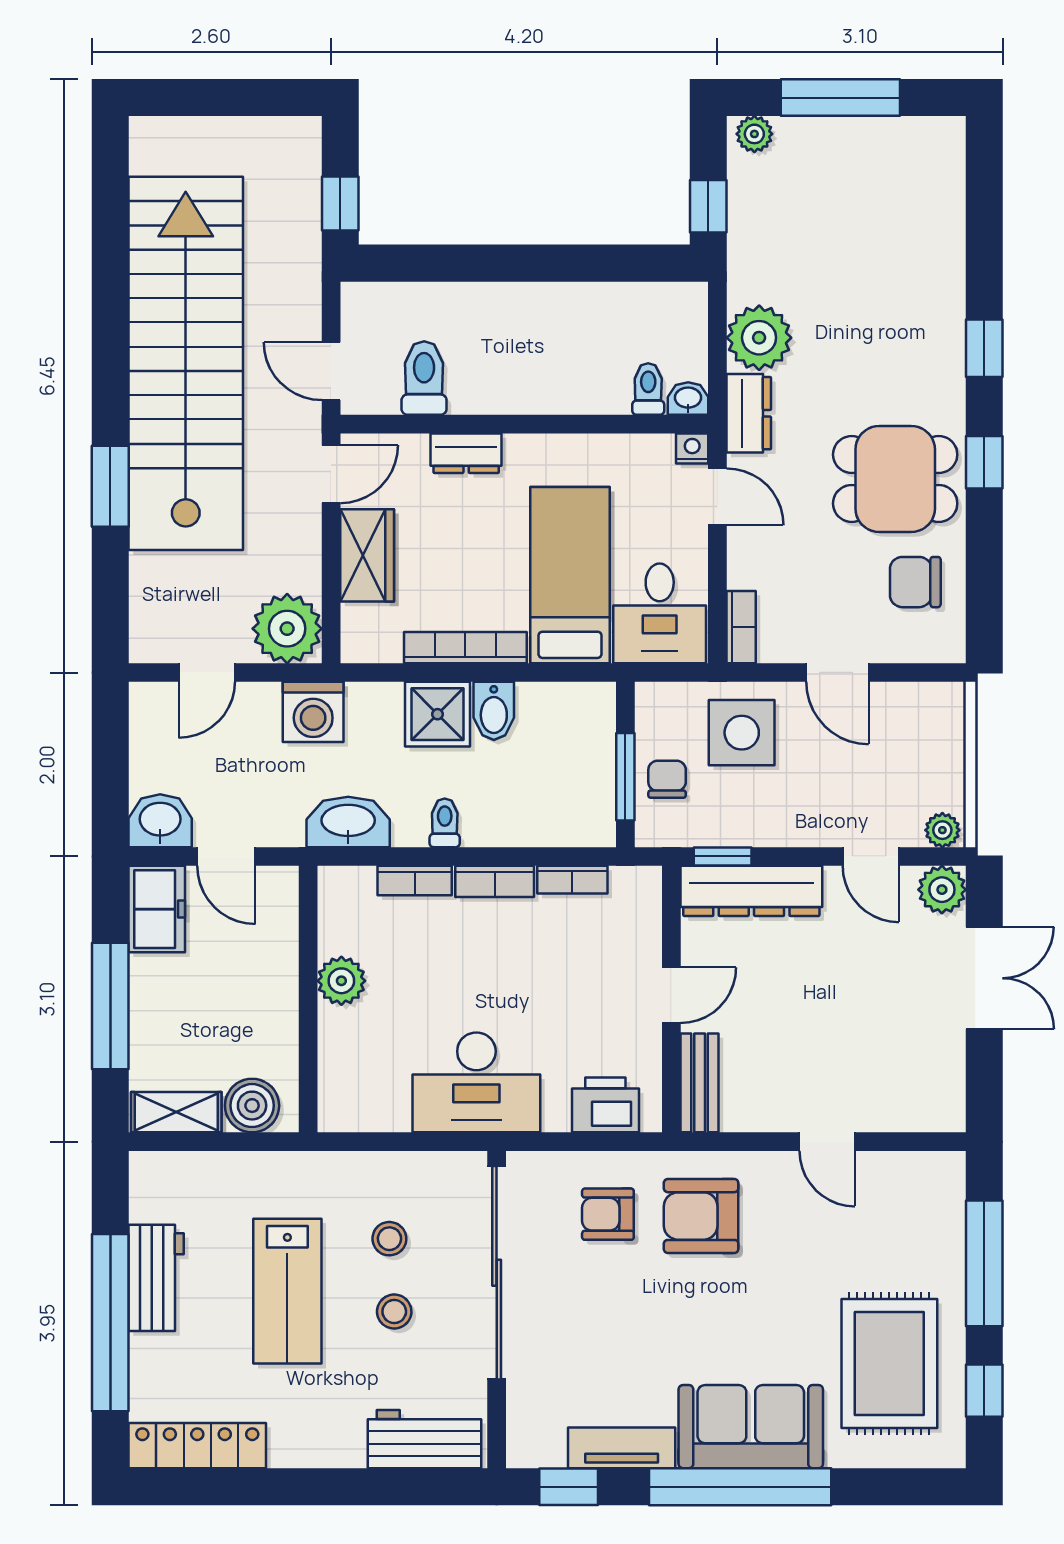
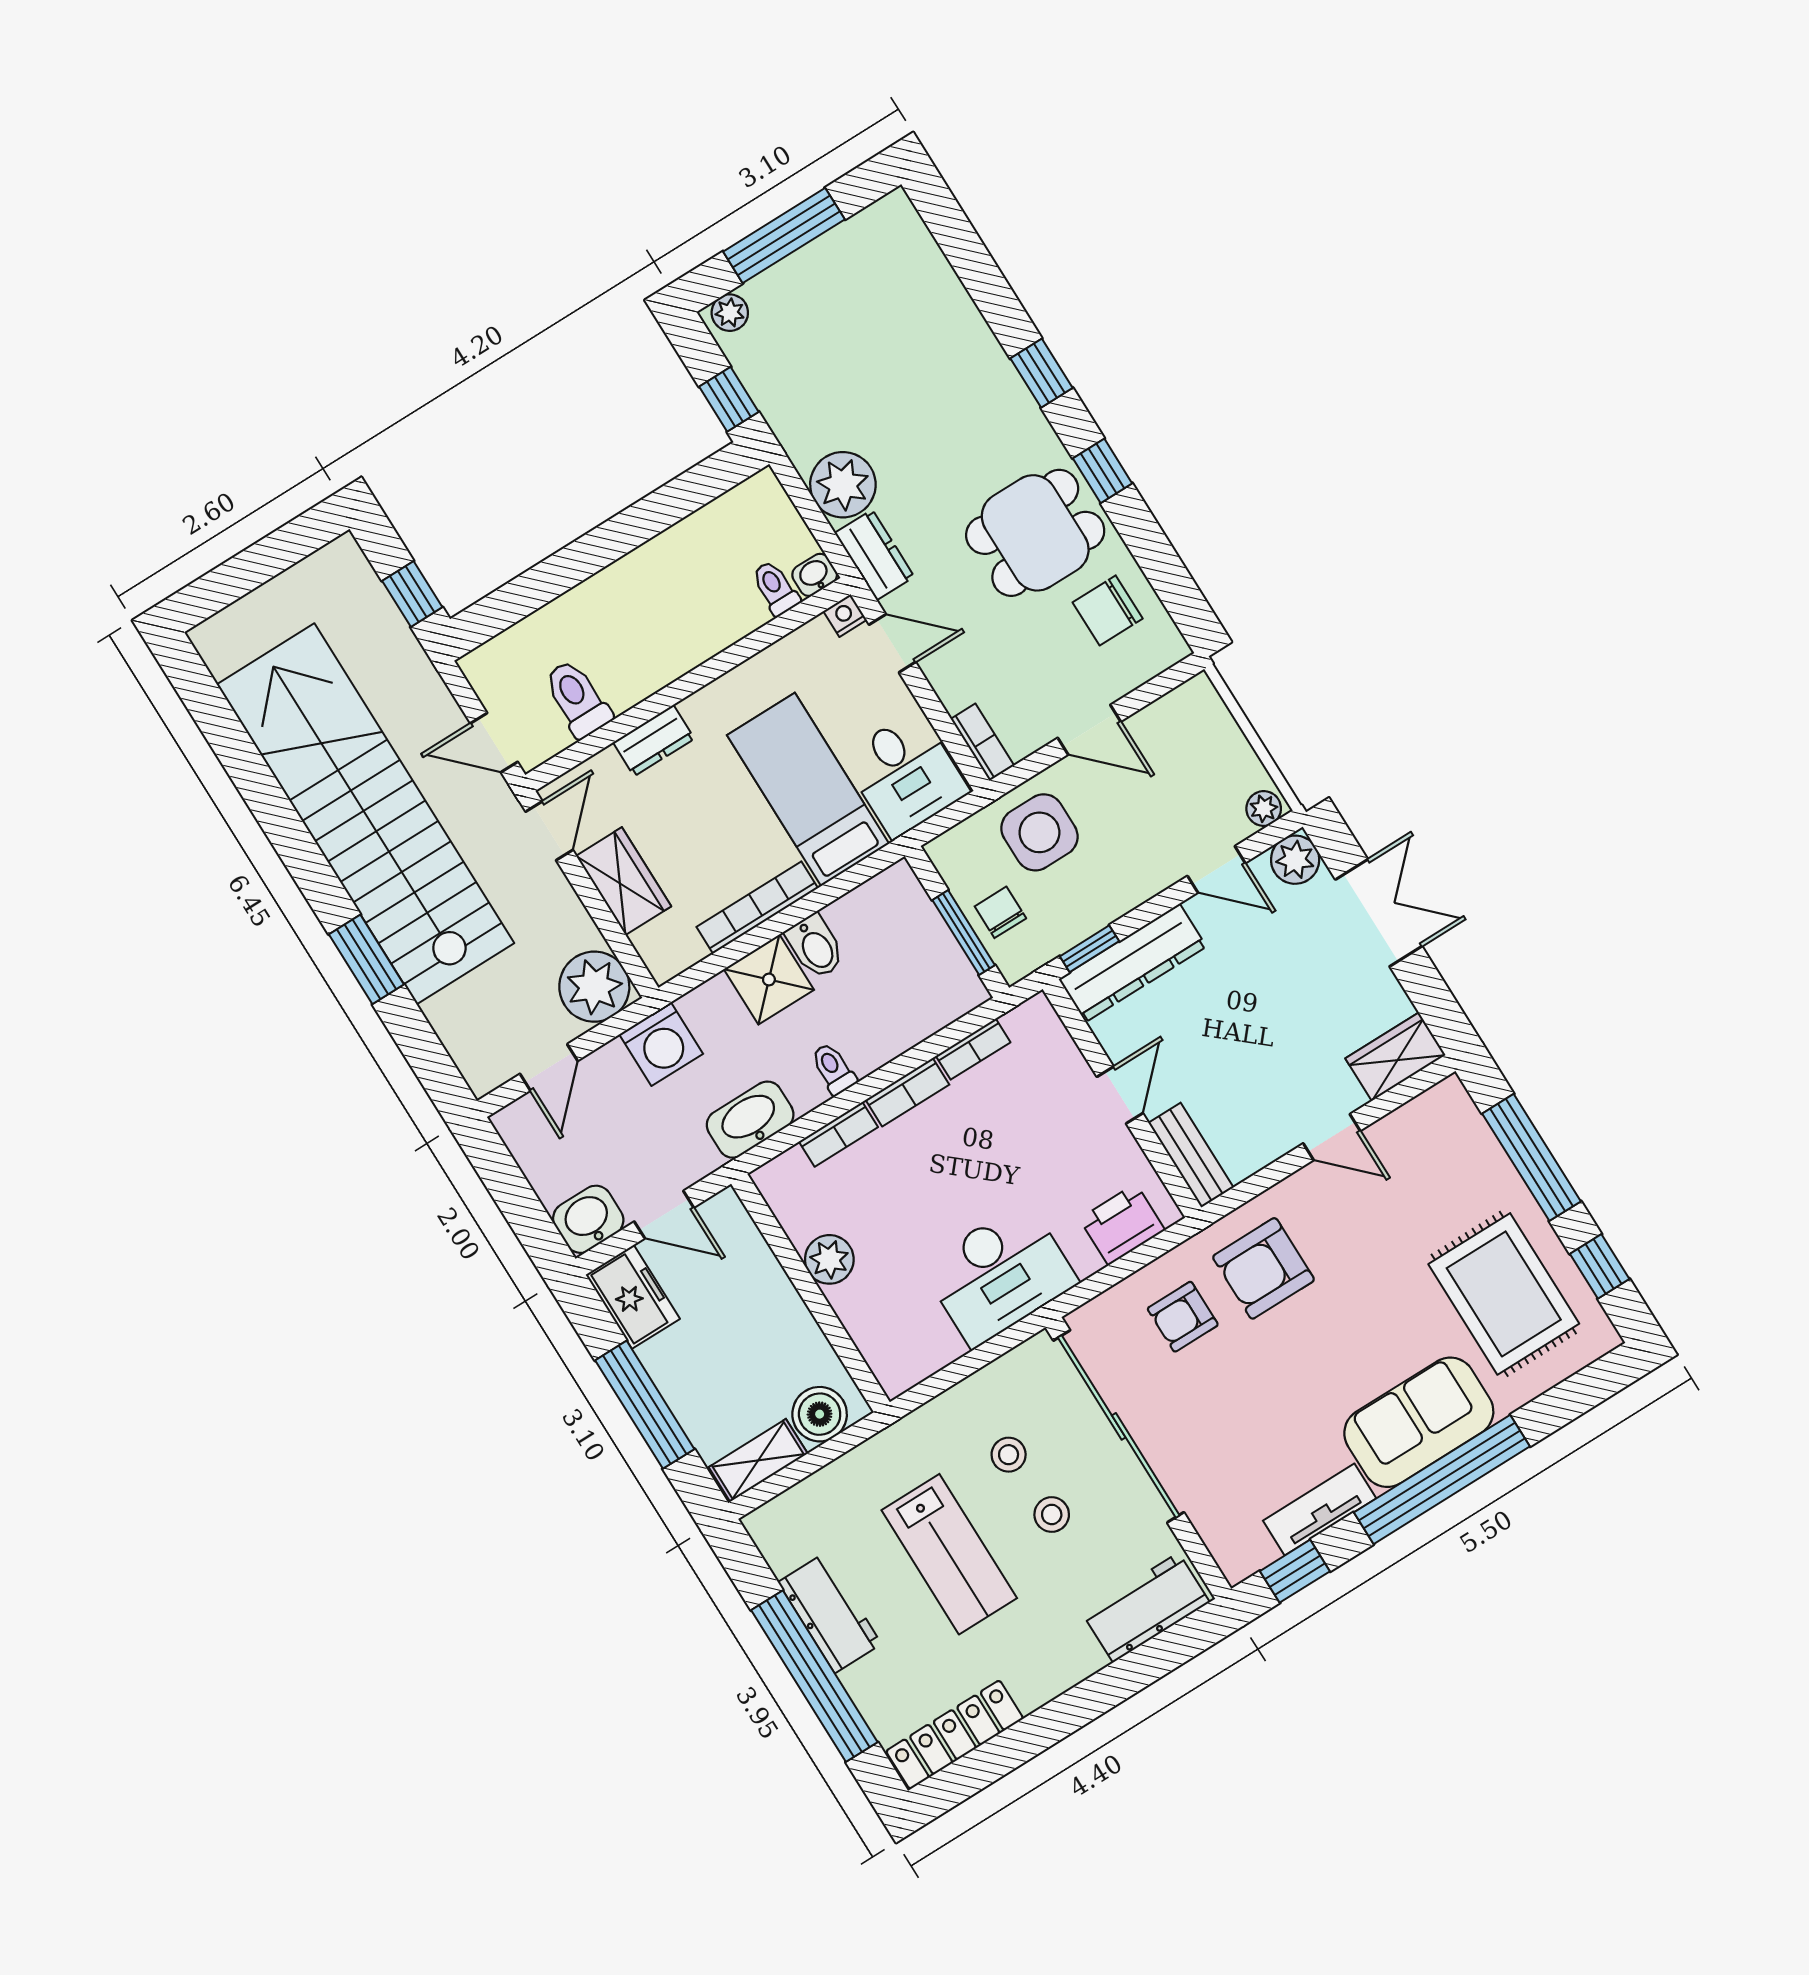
wardrobe: (923, 1108) -> (1395, 1057), added

